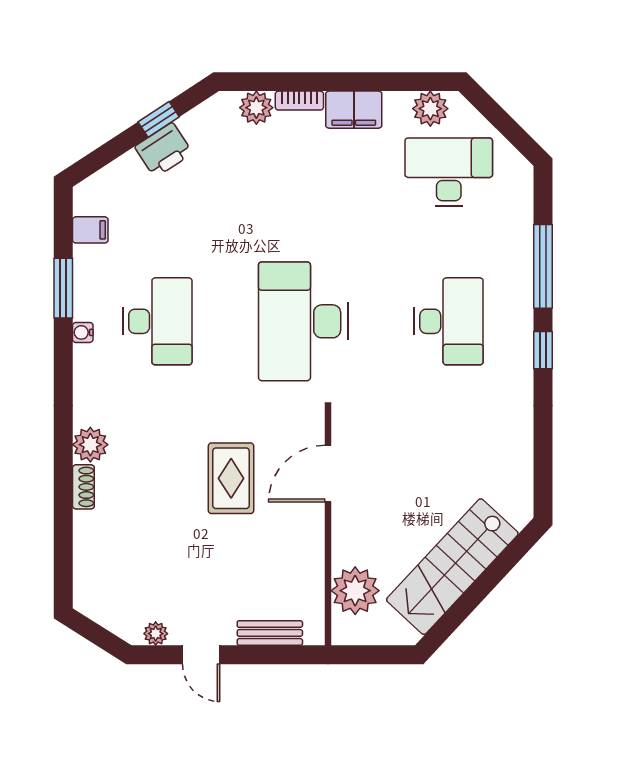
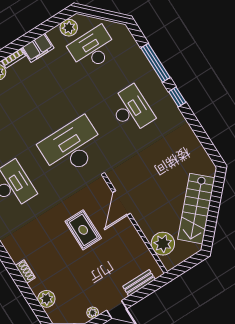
desk: (303, 321) -> (72, 147), turned 90
plant: (90, 445) -> (46, 299), moved

